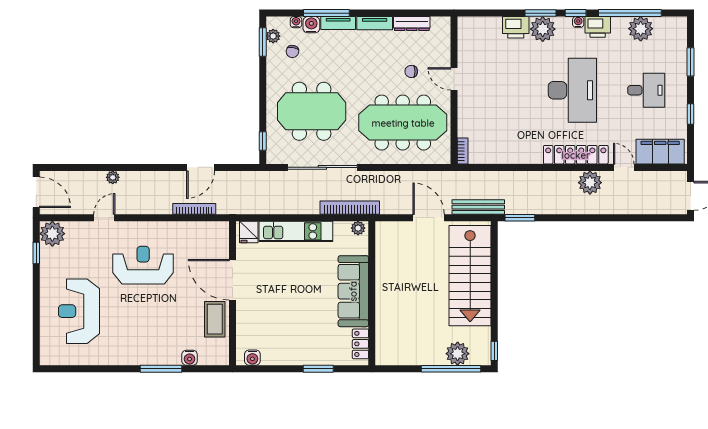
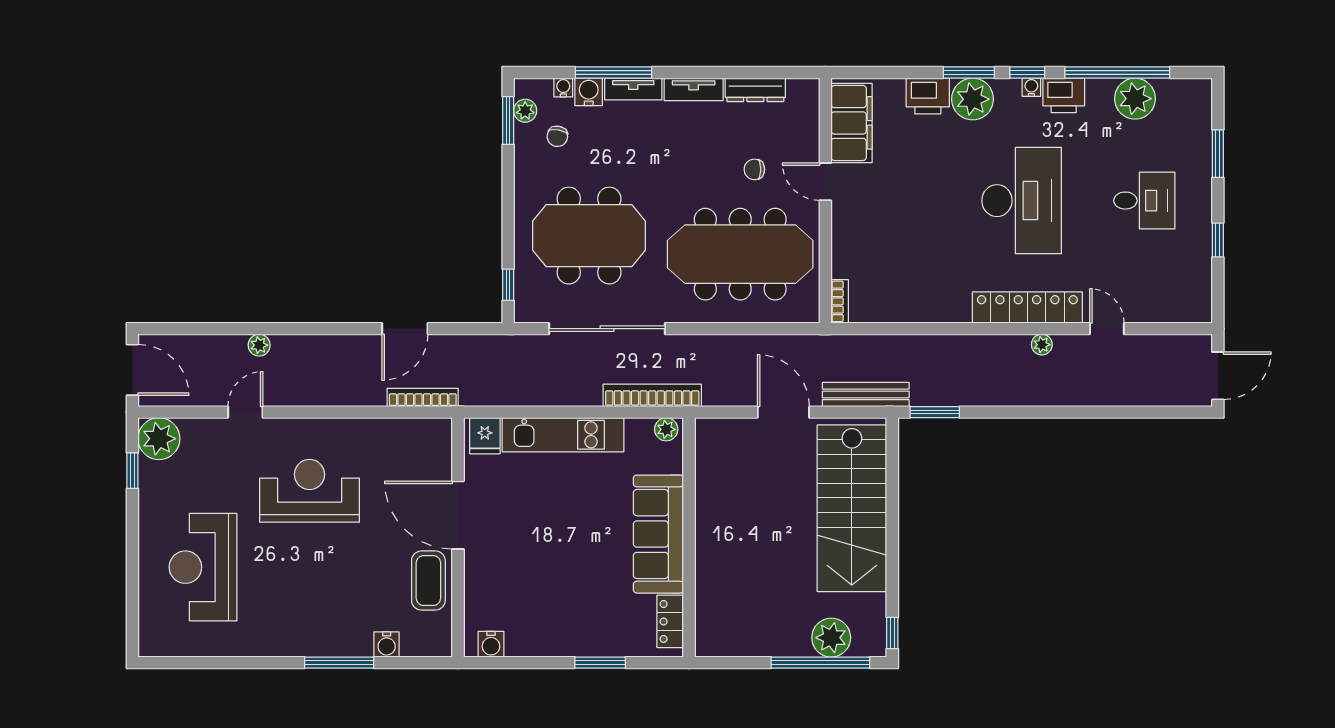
filing cabinet: (660, 152) -> (852, 123), moved, turned 90
plant: (590, 183) -> (1042, 345), width x0.53, depth x0.53
bookcase: (194, 209) -> (423, 397), moved

